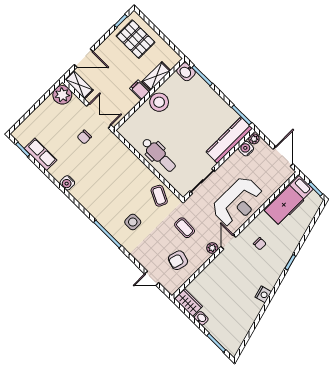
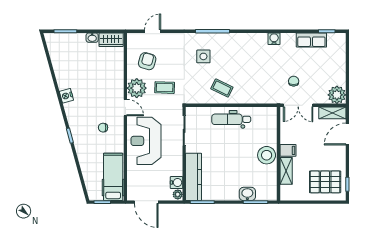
washbasin: (186, 72) -> (247, 194), moved
coffee table: (159, 196) -> (222, 88), moved
plant: (212, 248) -> (137, 88), width x1.88, depth x1.88

